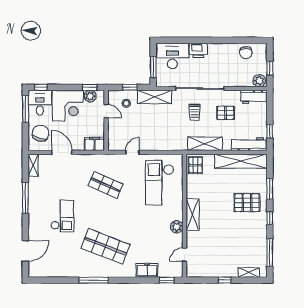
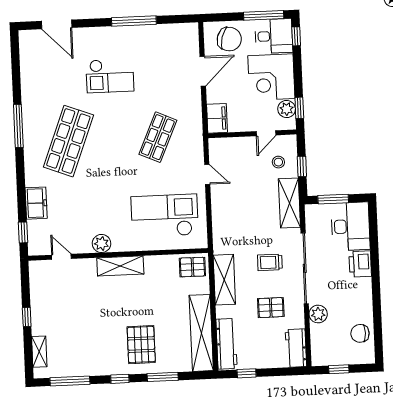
plant: (259, 81) -> (318, 314), moved
pallet: (226, 113) -> (271, 308), turned 90
shelving: (33, 165) -> (182, 30), removed

